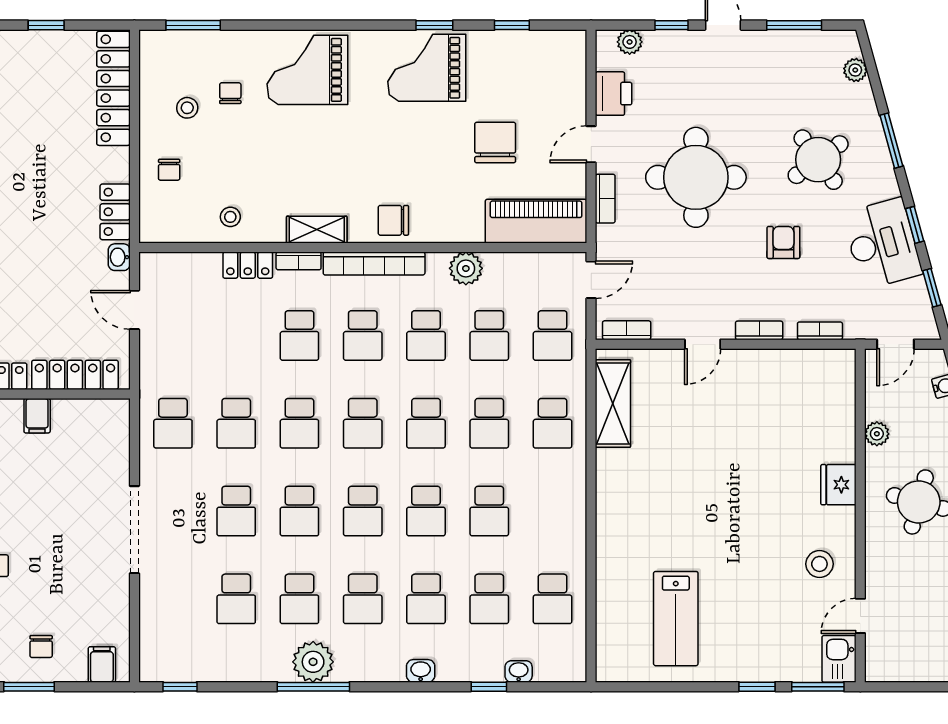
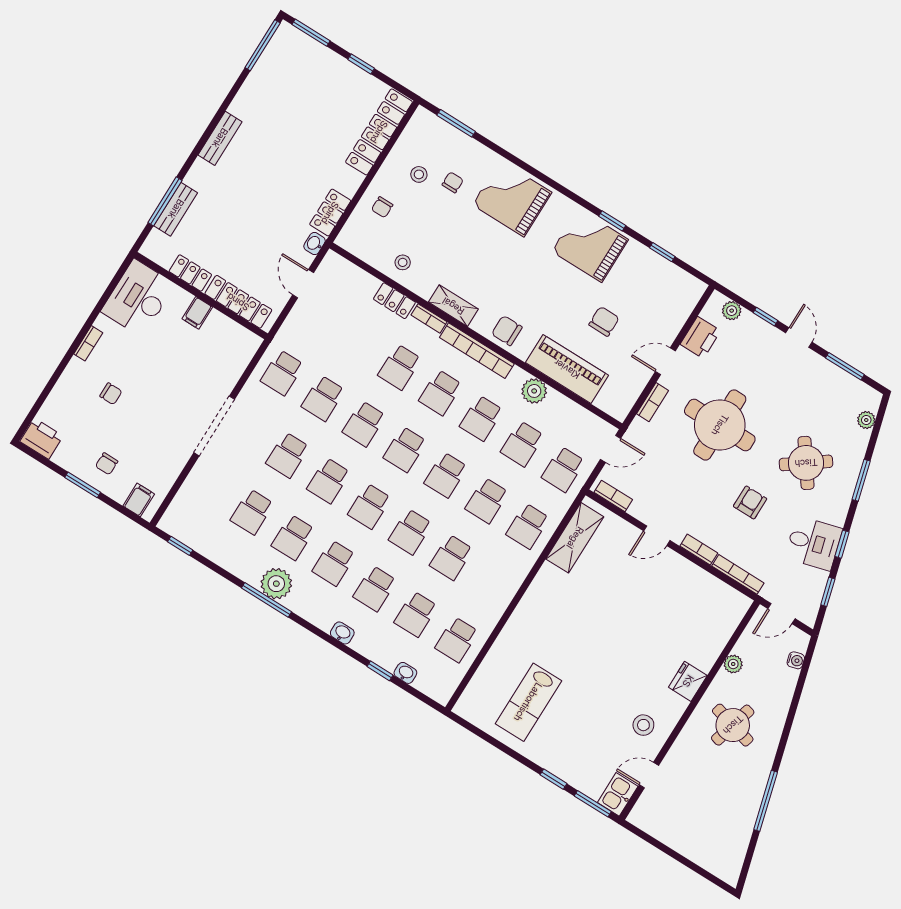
chair: (495, 143) -> (604, 321), width x0.73, depth x0.73
piano: (536, 221) -> (567, 369), moved
desk: (882, 244) -> (814, 543), width x0.73
bookcase: (820, 331) -> (738, 574), width x1.56

